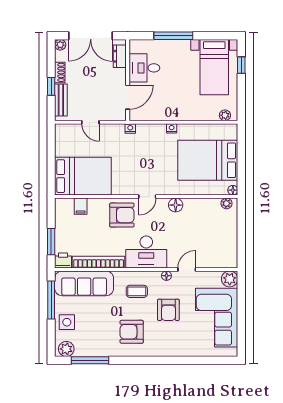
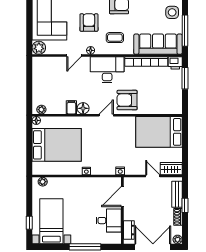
wardrobe: (68, 131) -> (171, 169), added
filing cabinet: (81, 206) -> (71, 107), moved

